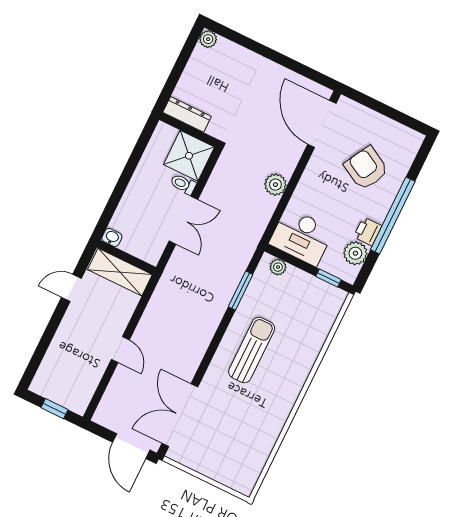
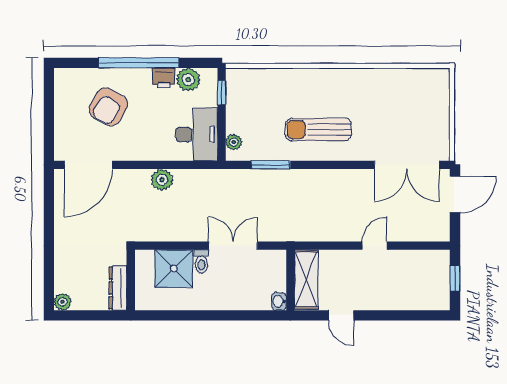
dresser: (187, 114) -> (118, 288), moved
wall: (189, 130) -> (131, 280), moved

